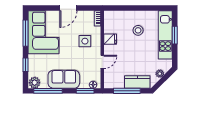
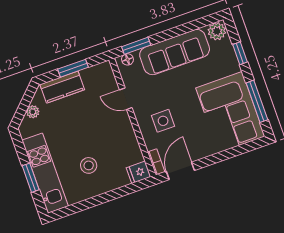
door: (68, 8) -> (180, 171), moved
fridge: (110, 39) -> (139, 172), moved
door: (102, 62) -> (126, 99), hinge flipped
sofa: (64, 79) -> (175, 52), width x1.36
window: (48, 91) -> (192, 26), removed
window: (127, 91) -> (73, 68), width x0.69

